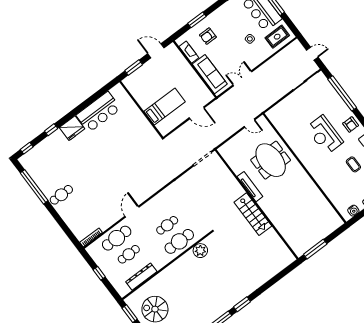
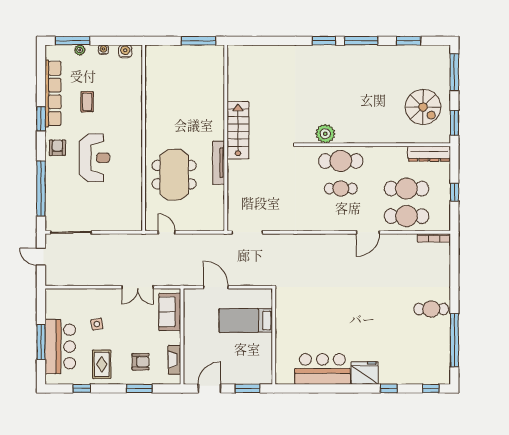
rug: (277, 37) -> (102, 364), moved, turned 90
door: (156, 51) -> (209, 388), swing flipped
sofa: (210, 74) -> (170, 312), width x0.73
cafe table: (129, 254) -> (406, 189), width x1.37, depth x1.35
dresser: (141, 277) -> (429, 154), moved

